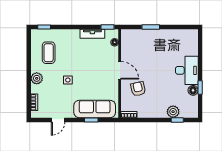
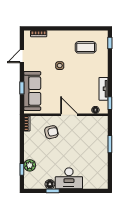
door: (120, 70) -> (69, 115), swing flipped
plant: (37, 78) -> (61, 36), removed
door: (58, 120) -> (22, 56), hinge flipped

